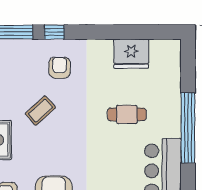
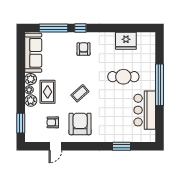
coffee table: (40, 111) -> (80, 93), moved
cafe table: (127, 114) -> (123, 77), width x1.37, depth x1.35

